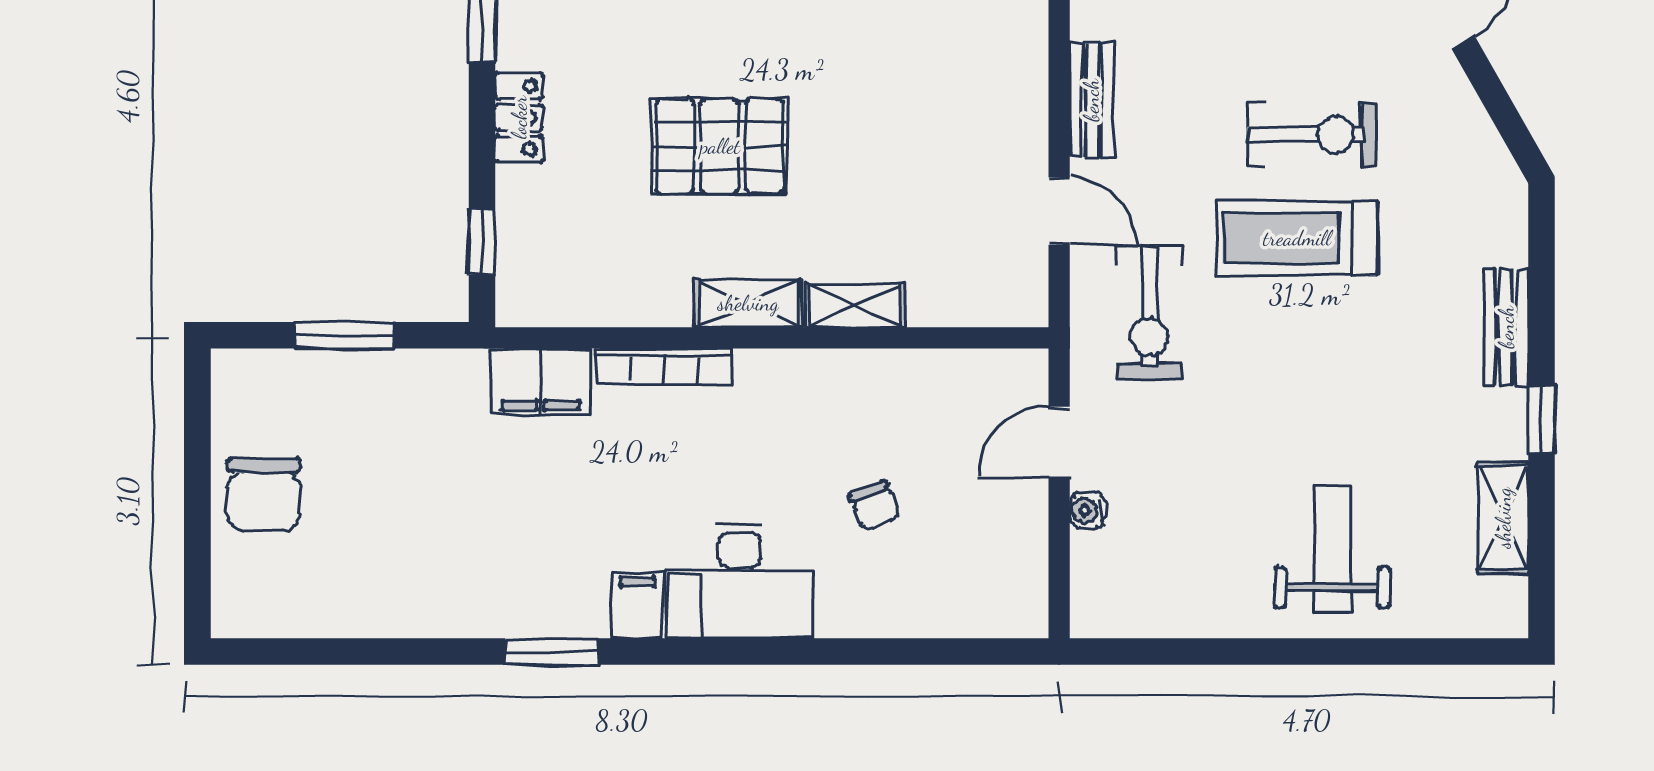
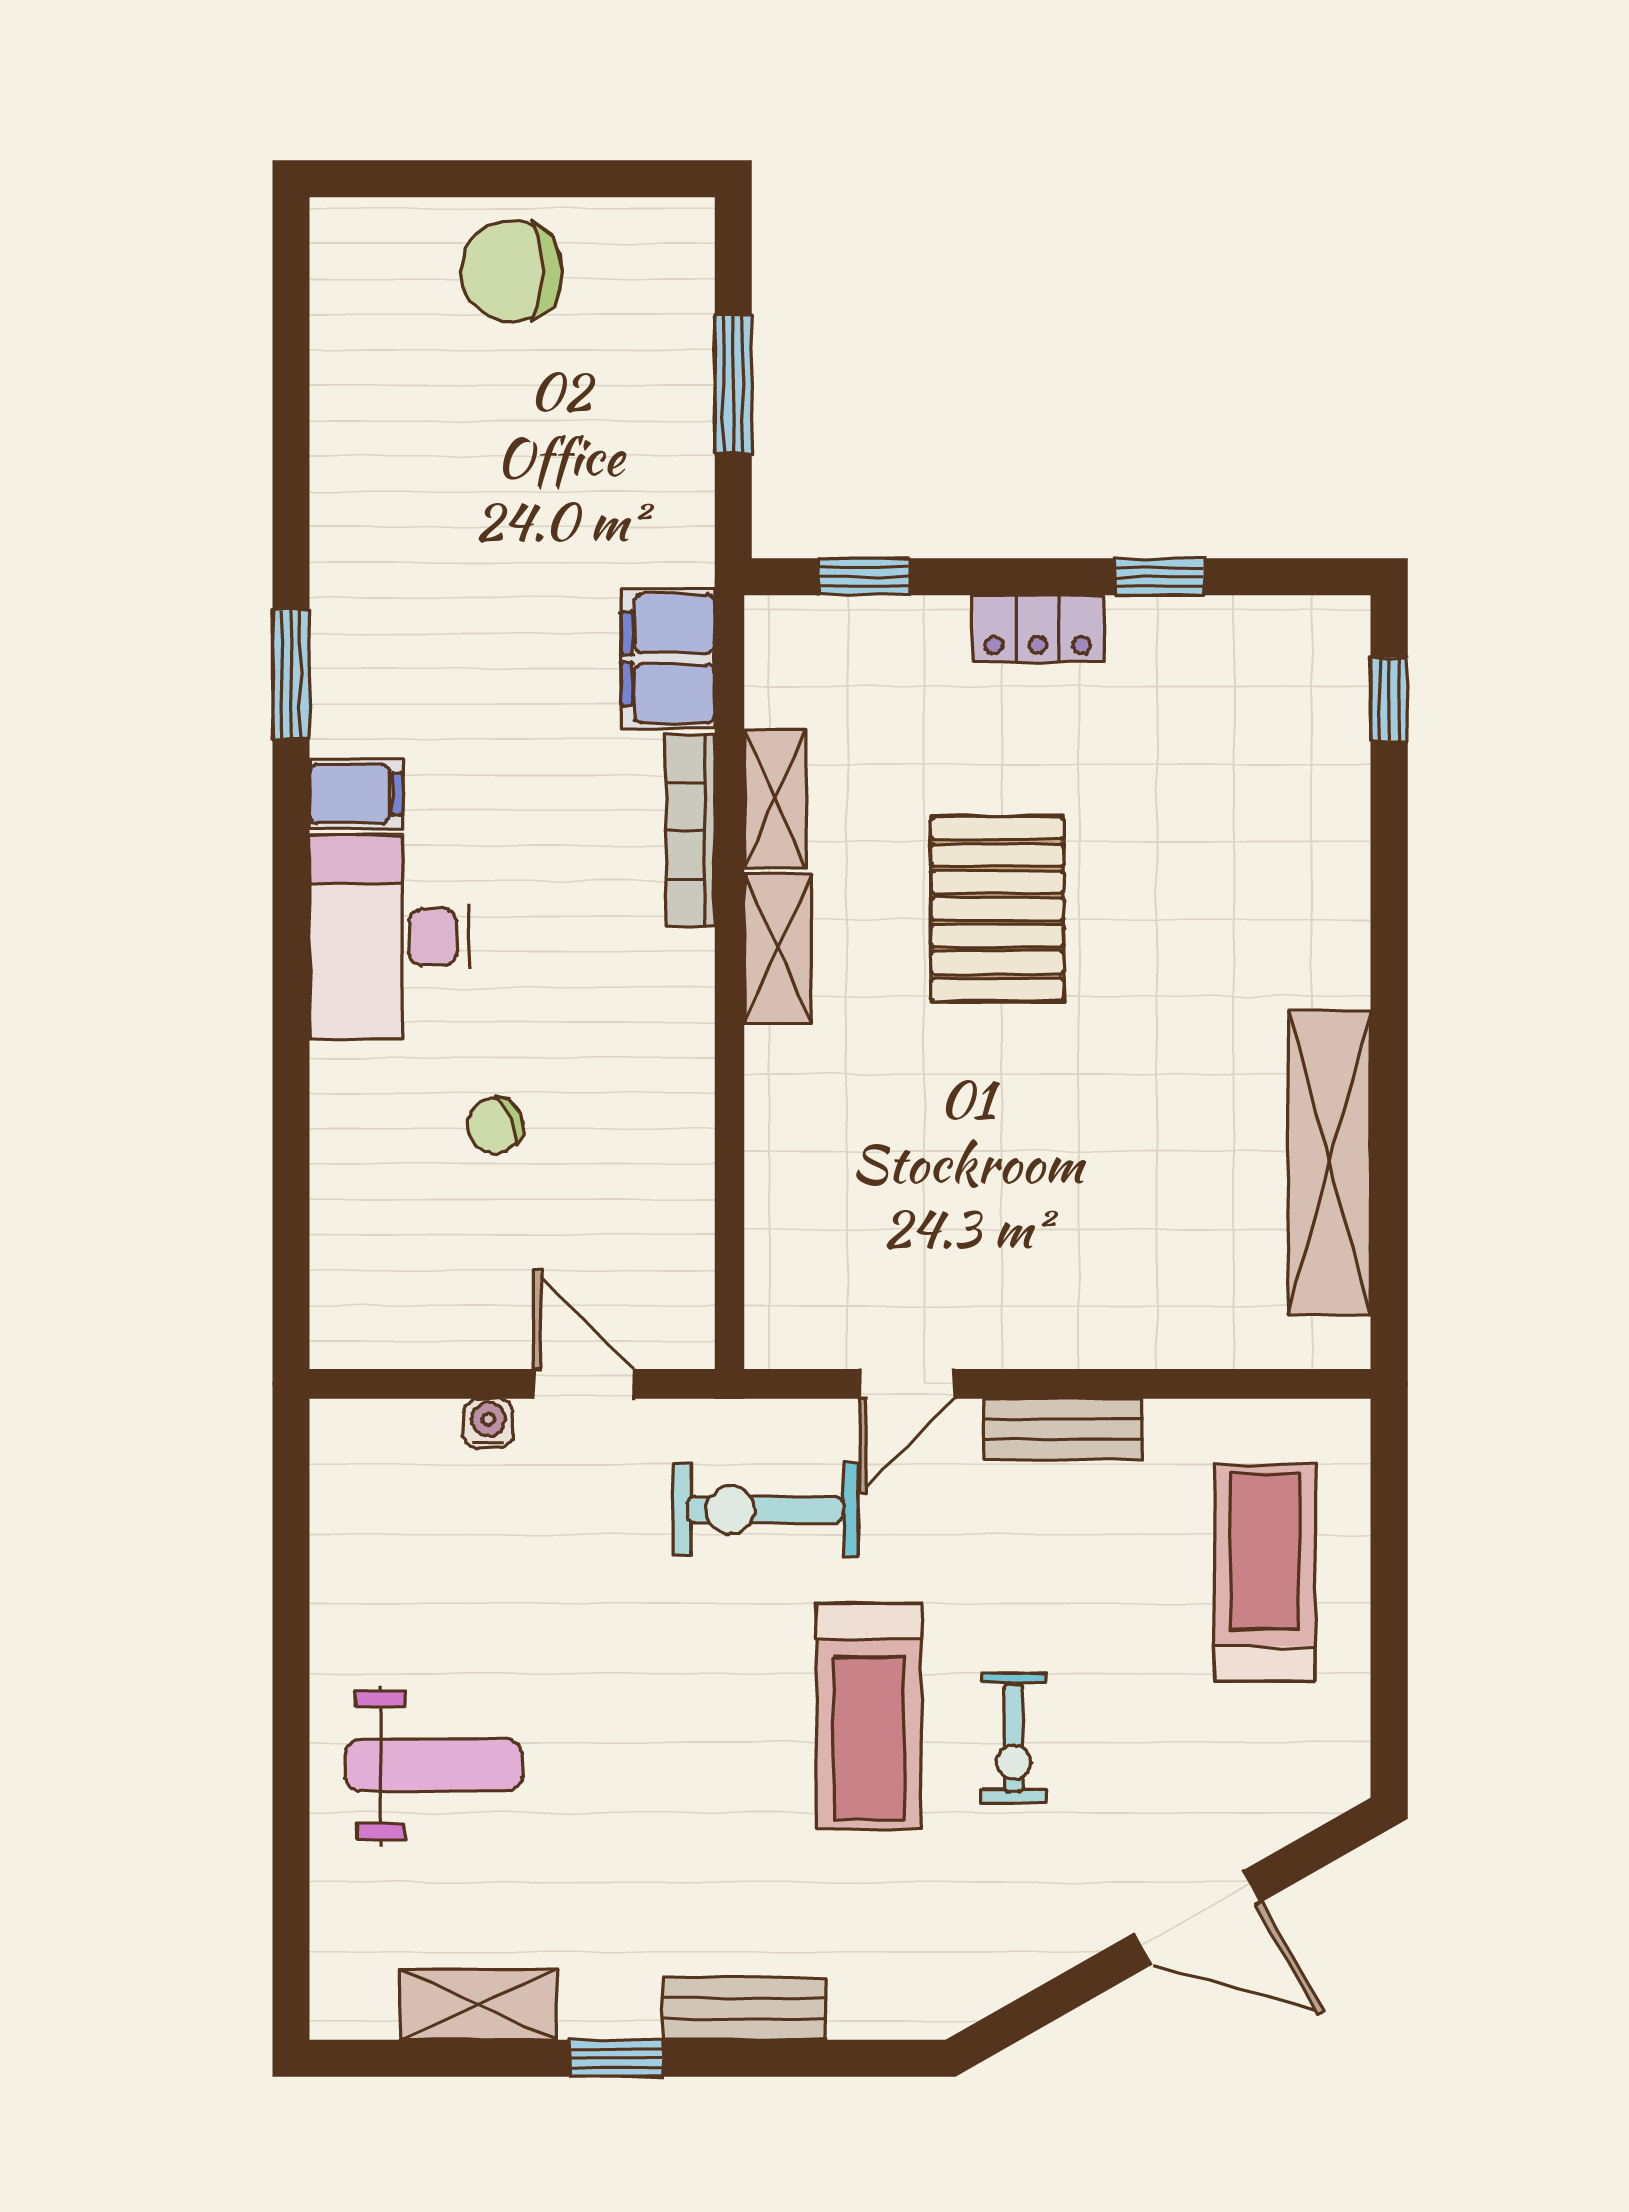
exercise bike: (1312, 135) -> (1014, 1738), width x0.73, depth x0.72
treadmill: (1297, 238) -> (869, 1716), turned 180
shelving: (855, 305) -> (775, 799), moved

